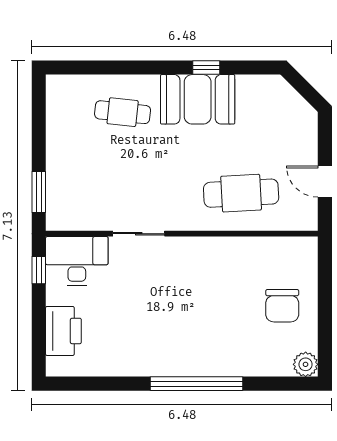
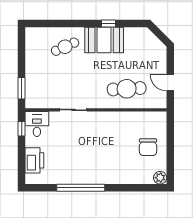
cafe table: (123, 112) -> (65, 47), turned -30
desk: (77, 261) -> (37, 124), width x0.73
window: (197, 384) -> (81, 188), moved

